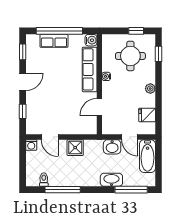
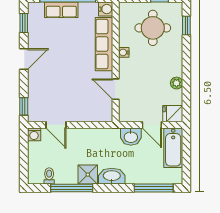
plant: (150, 89) -> (177, 83), moved
door: (99, 107) -> (116, 89), hinge flipped
window: (23, 111) -> (24, 106), moved
fridge: (147, 115) -> (173, 114), moved
shower: (75, 148) -> (88, 175), moved
washbasin: (111, 180) -> (112, 176), moved

